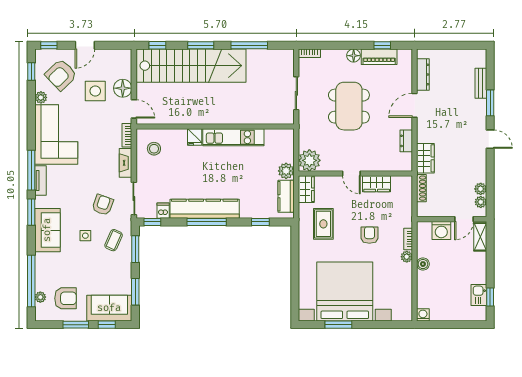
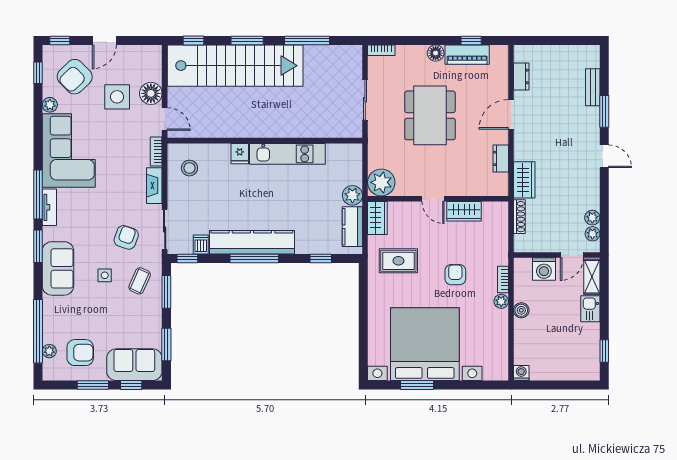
dresser: (423, 74) -> (521, 76), width x0.70
rug: (323, 224) -> (398, 261), turned 90
kitchen sink: (479, 295) -> (590, 309), moved

